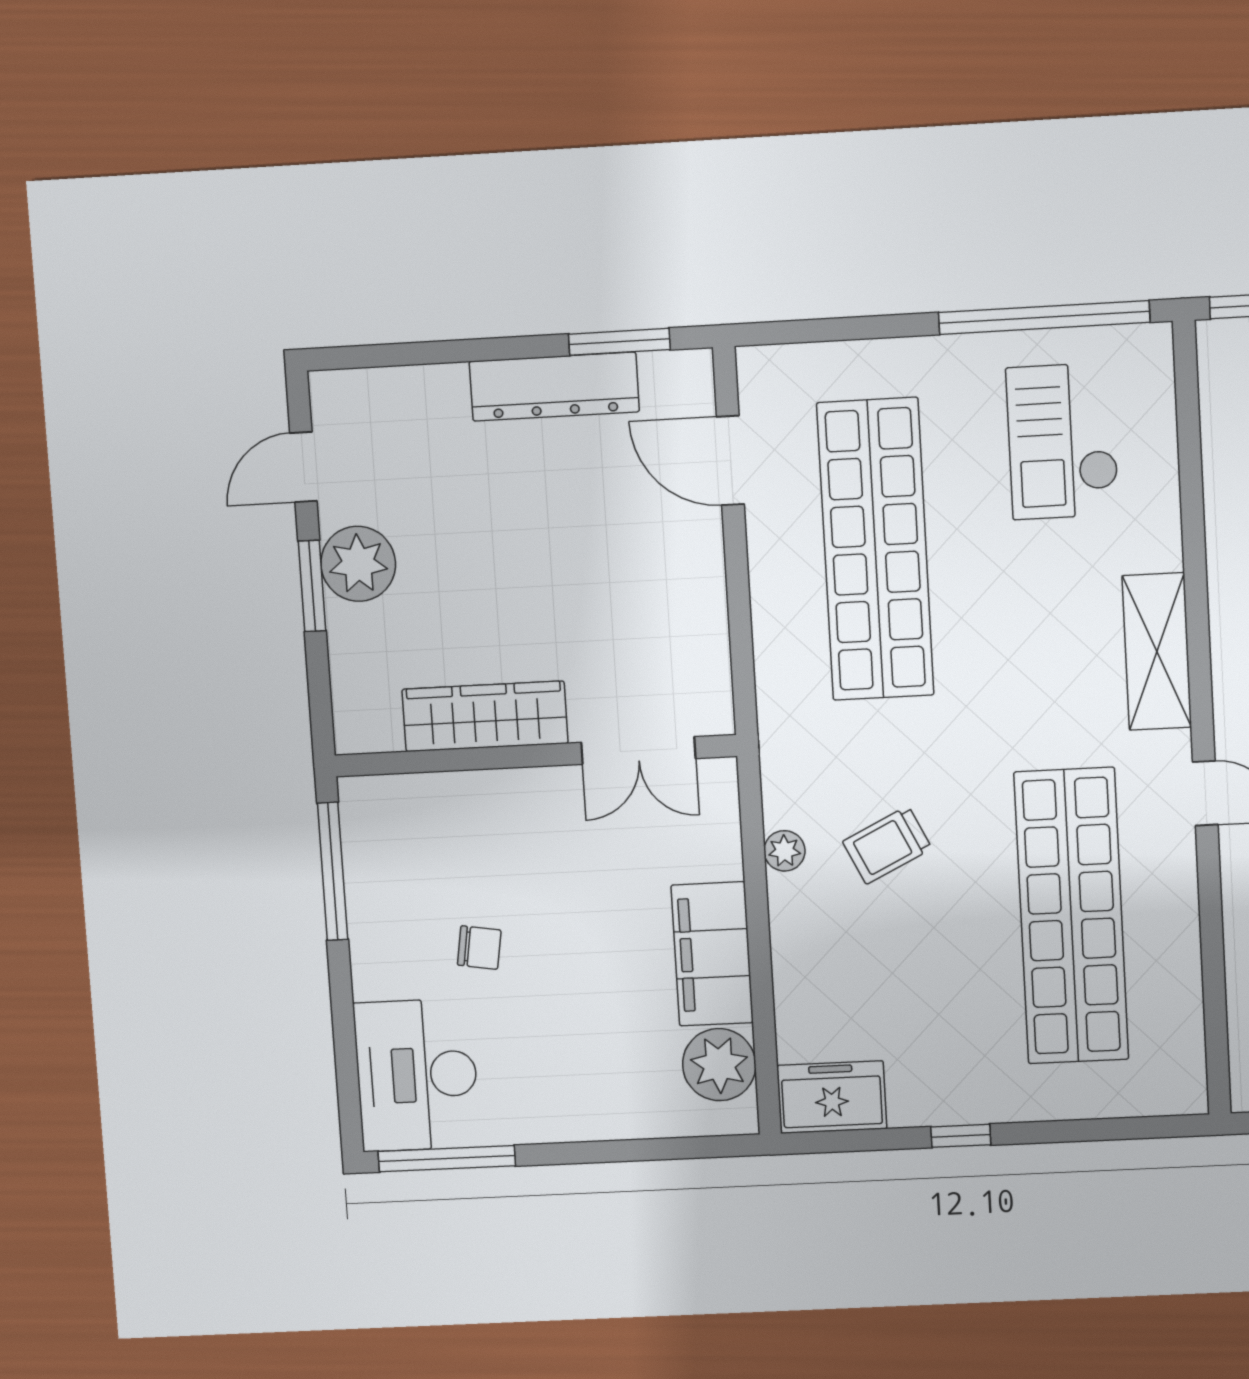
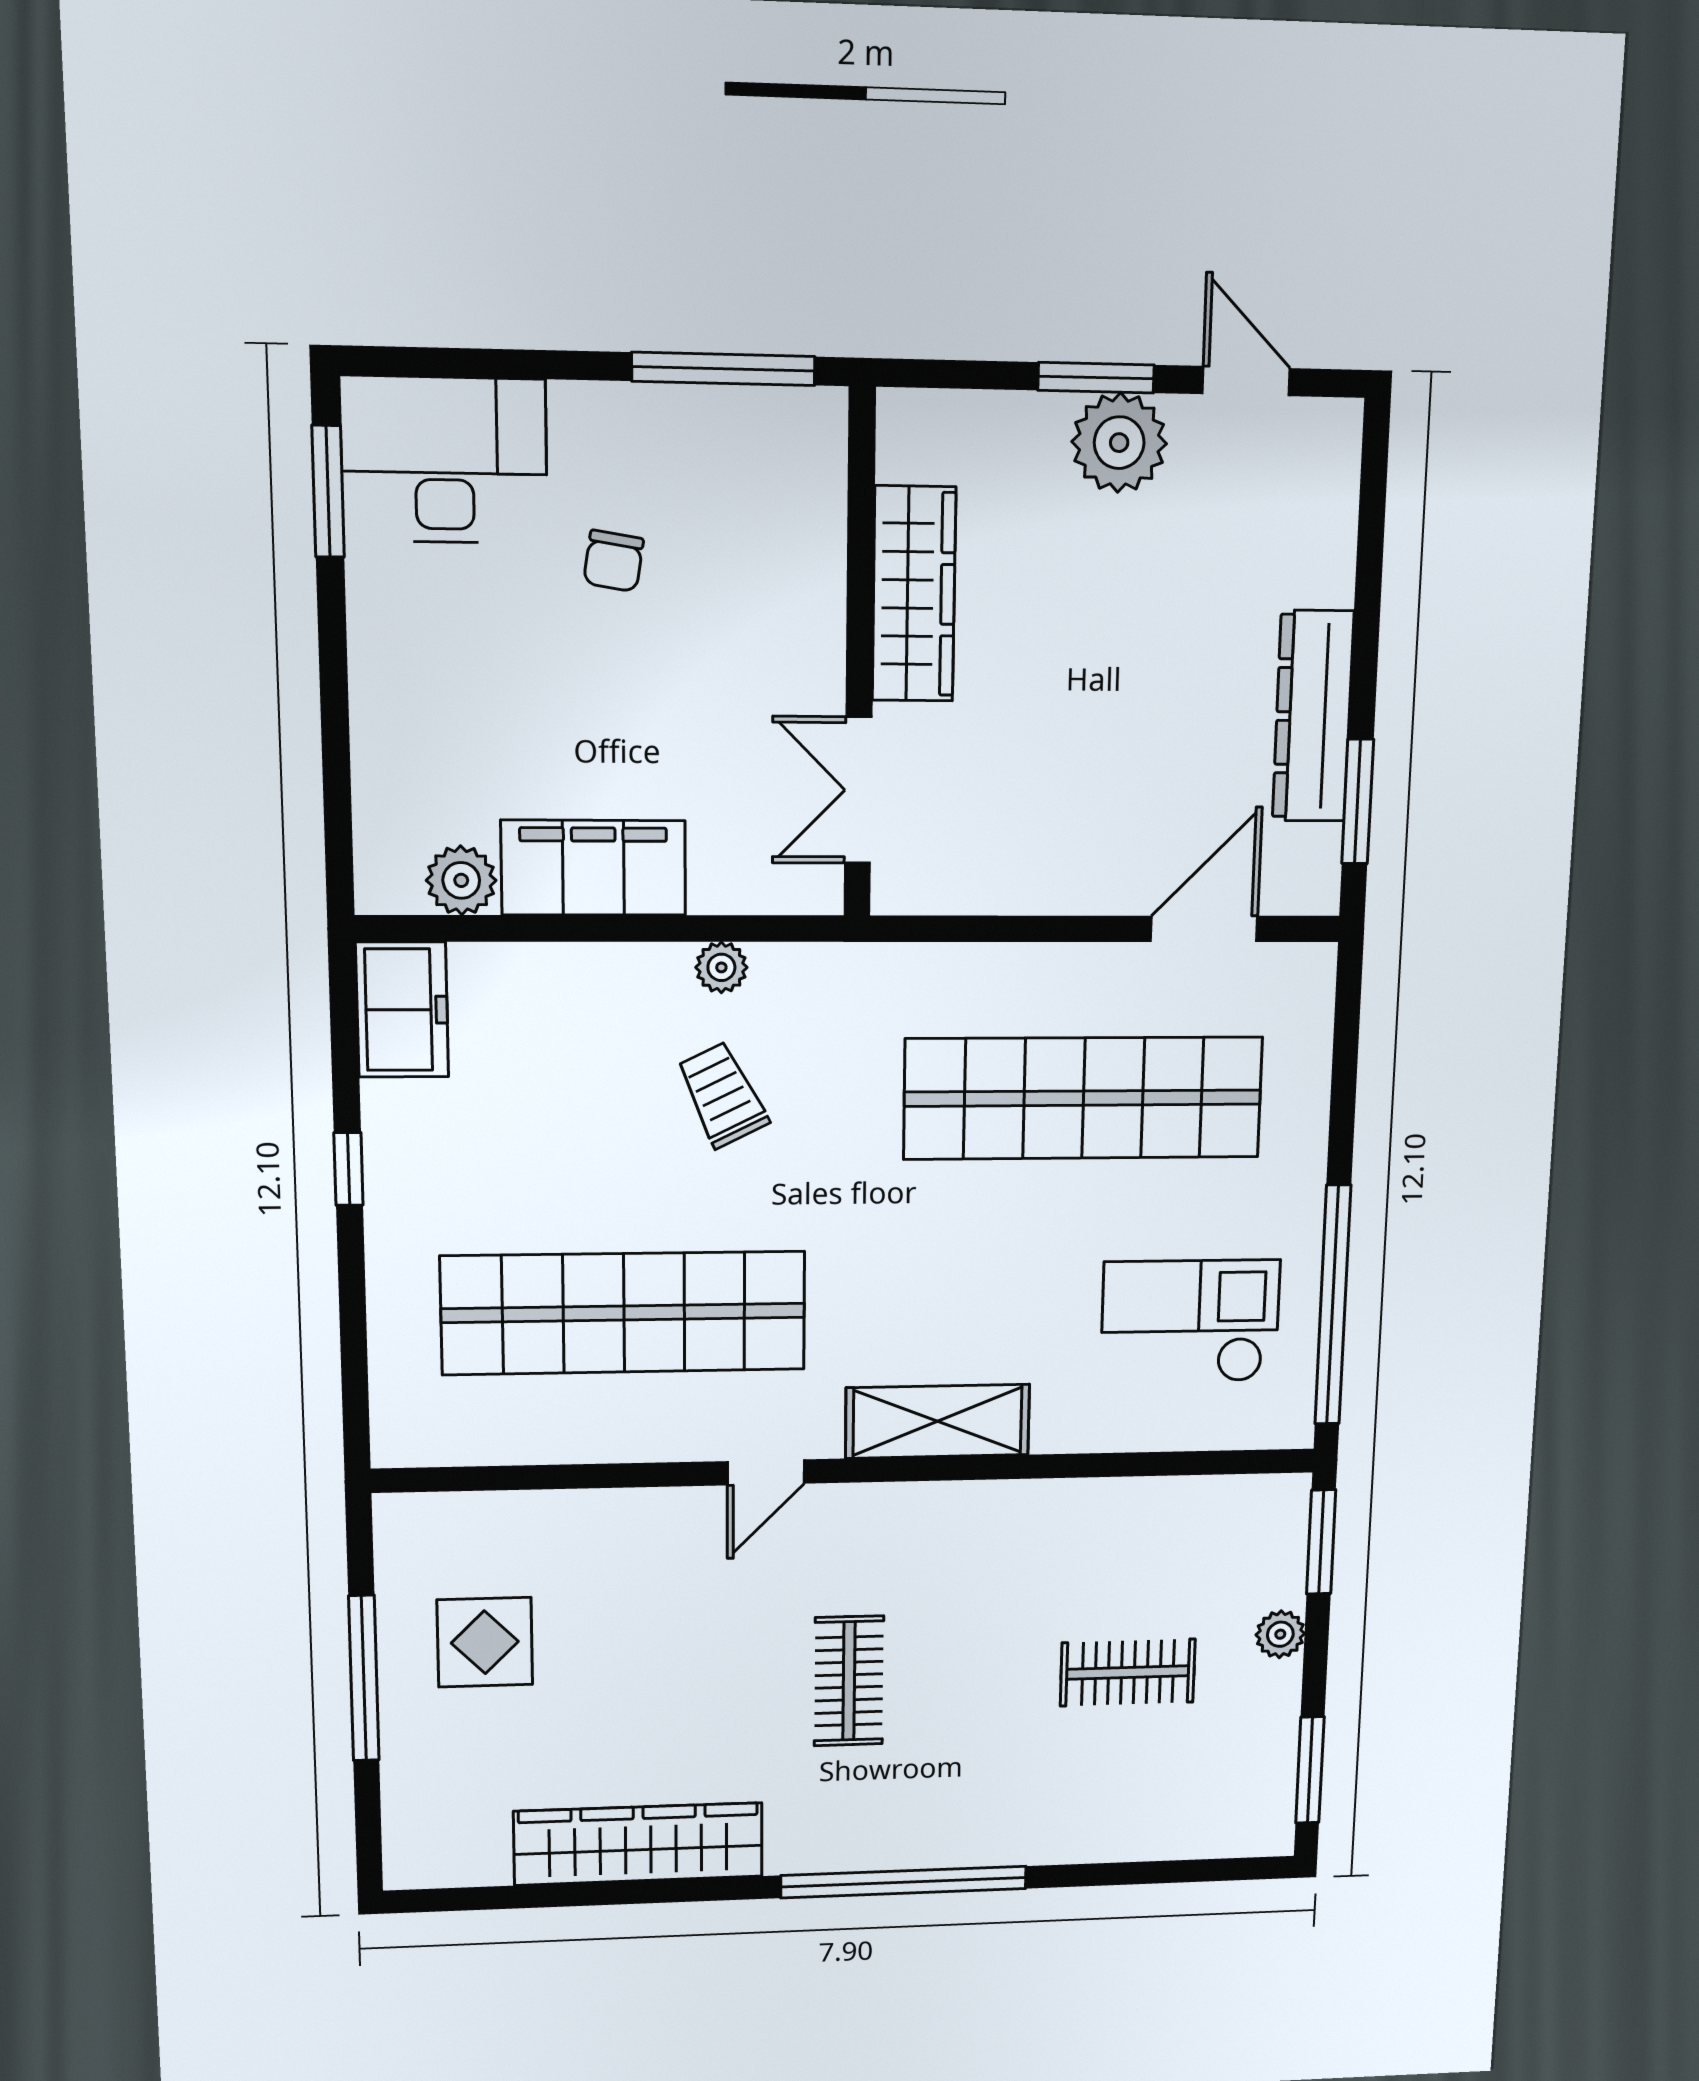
plant: (719, 1065) -> (461, 880), width x0.73, depth x0.73
window: (447, 1159) -> (328, 491), width x0.69

